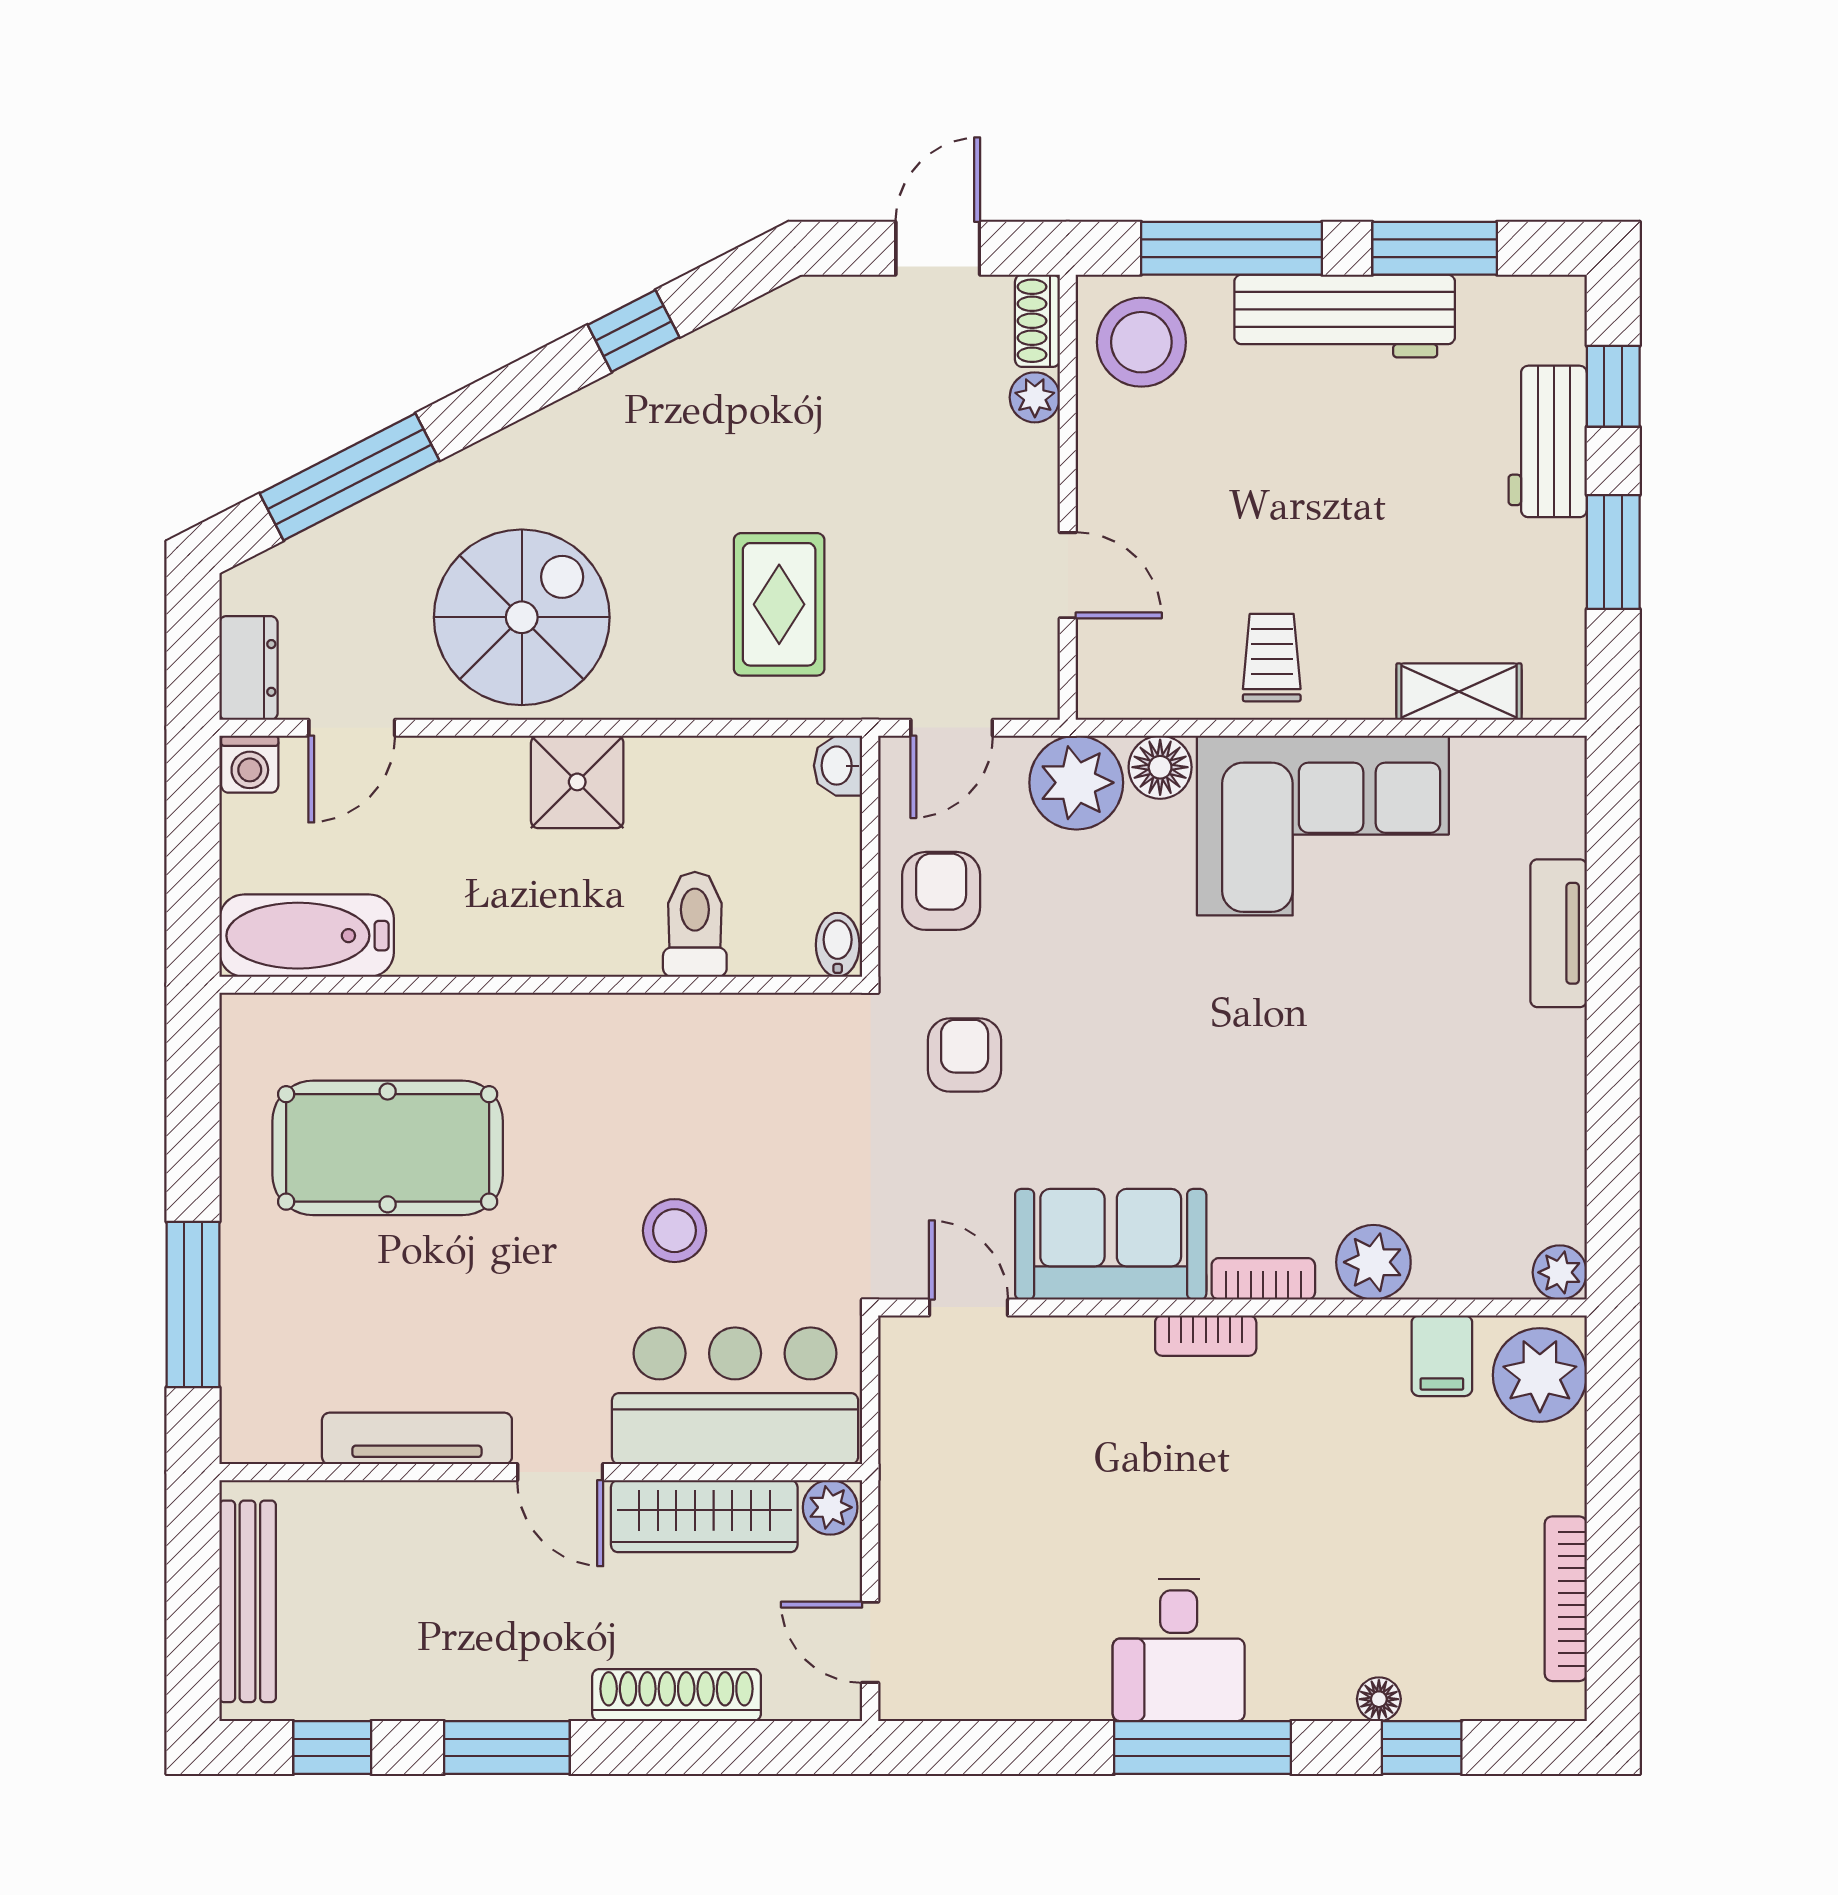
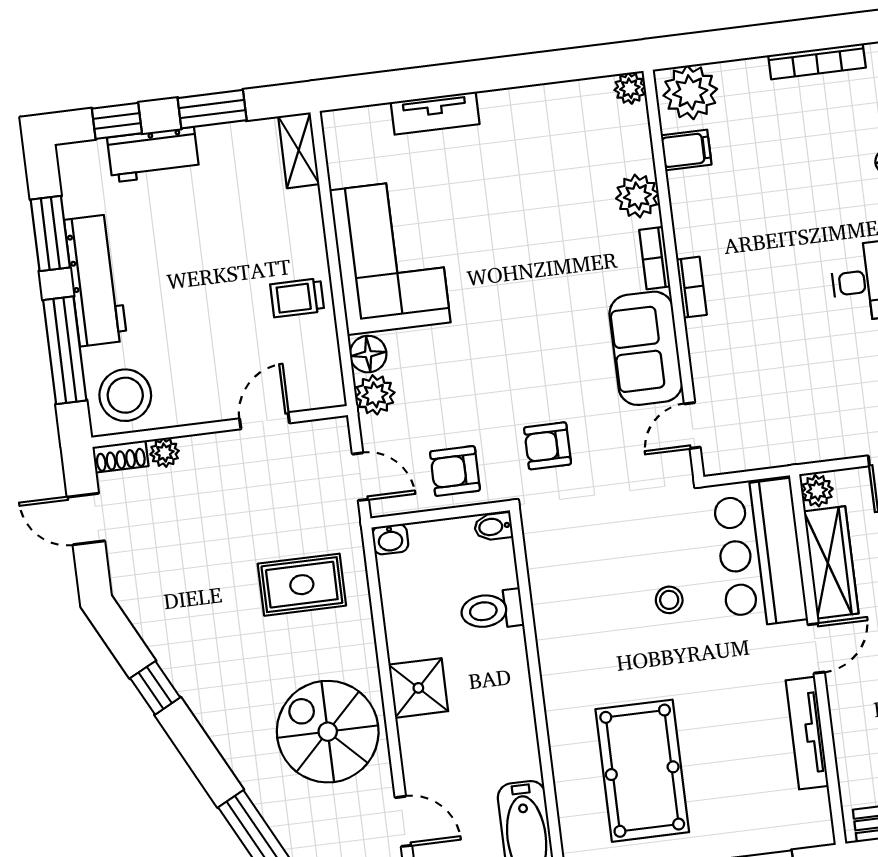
shelving: (1459, 692) -> (299, 150), moved
plant: (1076, 783) -> (375, 395), width x0.73, depth x0.73
stool: (675, 1231) -> (669, 600), width x0.73, depth x0.73

